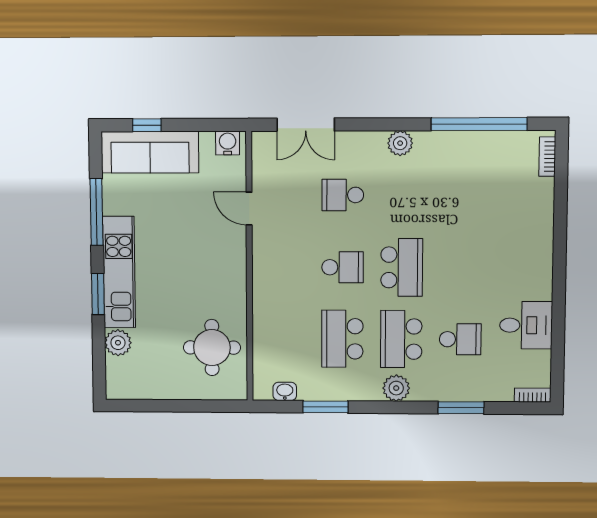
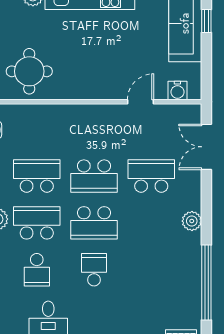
water cooler: (228, 143) -> (177, 90), moved, turned 90
school desk: (343, 195) -> (151, 176), width x1.85
school desk: (343, 267) -> (94, 176), width x1.85
school desk: (461, 267) -> (94, 270), added

